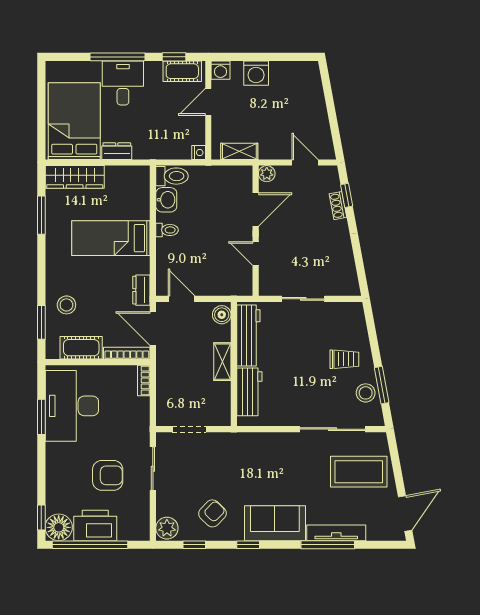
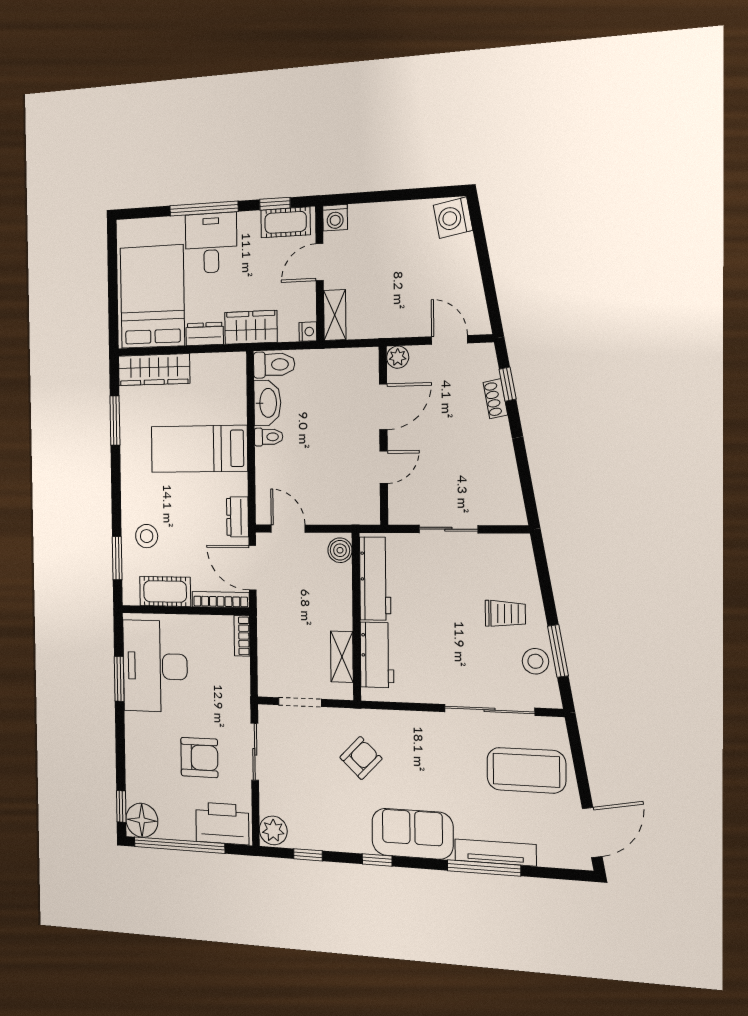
washing machine: (256, 73) -> (453, 218), moved, turned 80
wardrobe: (154, 148) -> (251, 327), added
shelving: (239, 151) -> (335, 315), moved, turned 90
washbasin: (166, 200) -> (267, 403), width x1.38
door: (256, 254) -> (384, 467), swing flipped
shelving: (222, 362) -> (342, 657), moved
armchair: (212, 513) -> (361, 758), moved
printer: (95, 525) -> (222, 823), moved

